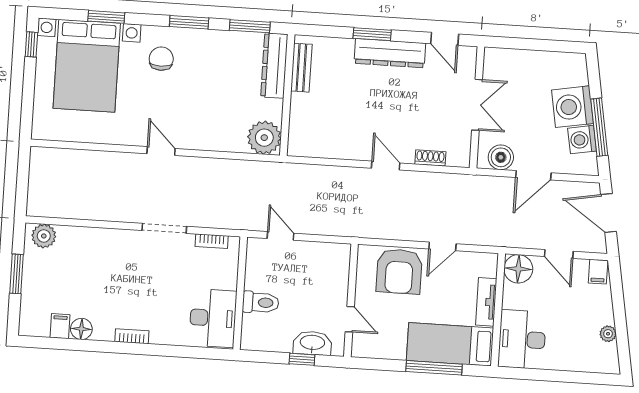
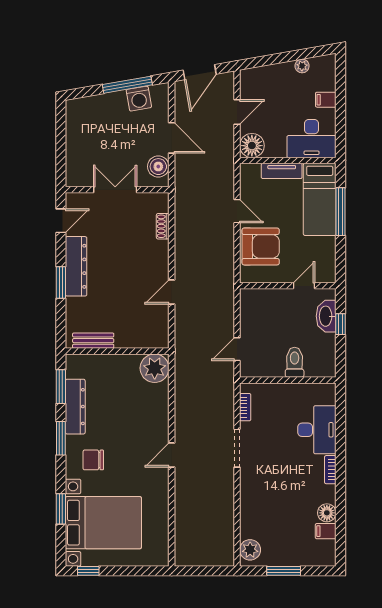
dresser: (274, 66) -> (75, 407), moved, turned -90
washing machine: (573, 107) -> (111, 109), removed
door: (386, 166) -> (172, 292), moved
filing cabinet: (598, 272) -> (326, 100), moved, turned 180
desk: (213, 318) -> (317, 430), moved, turned 90

